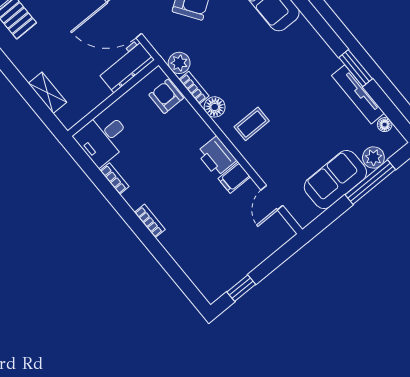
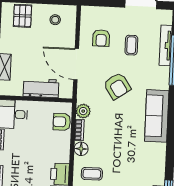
workbench: (126, 66) -> (41, 88), moved
armchair: (166, 96) -> (62, 122), turned -90

